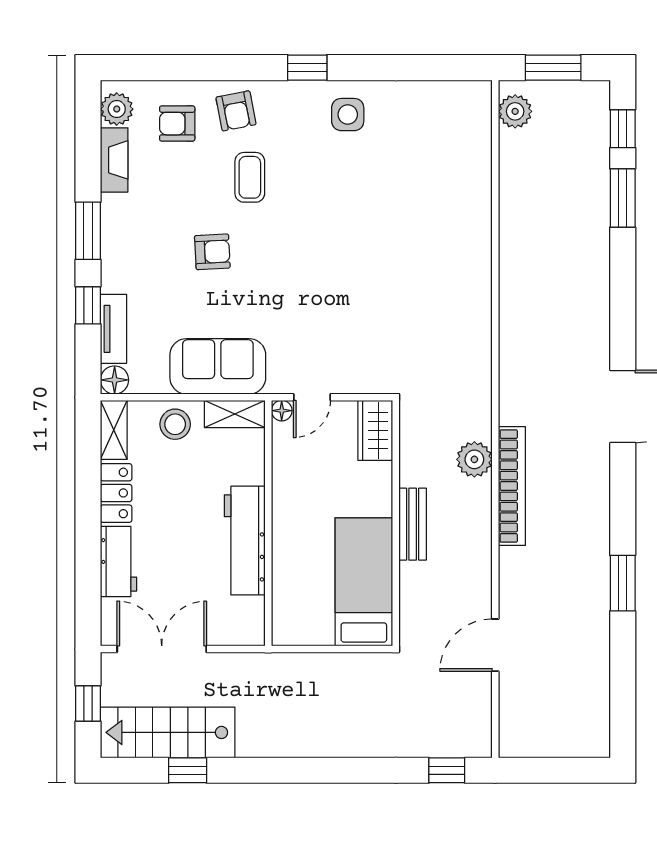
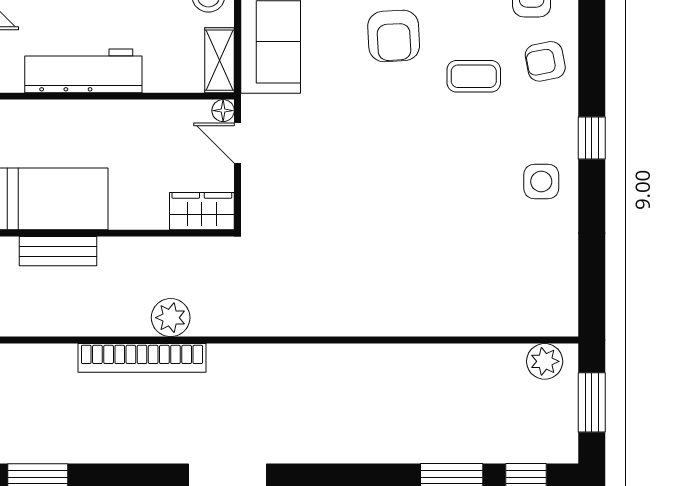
armchair: (212, 252) -> (394, 36), width x1.38, depth x1.38
bench: (413, 524) -> (58, 251), moved

